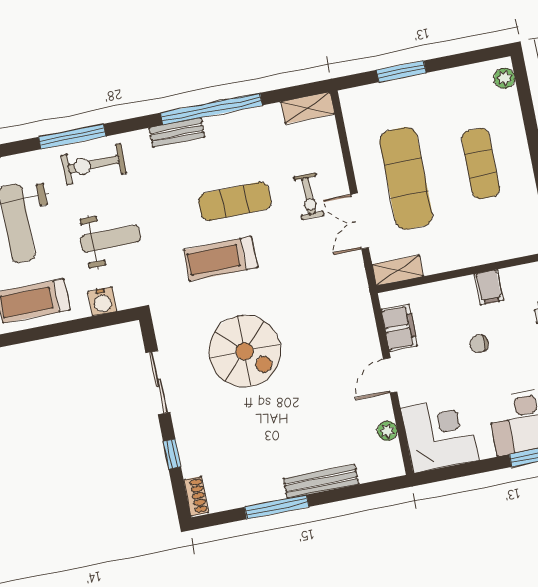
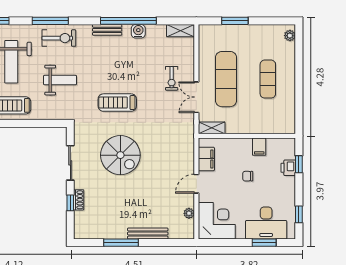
exercise bike: (94, 164) -> (59, 38), turned 180
exercise mat: (235, 201) -> (131, 73), removed
water cooler: (102, 301) -> (138, 31), moved, turned 180
shoe rack: (196, 496) -> (79, 200), moved

